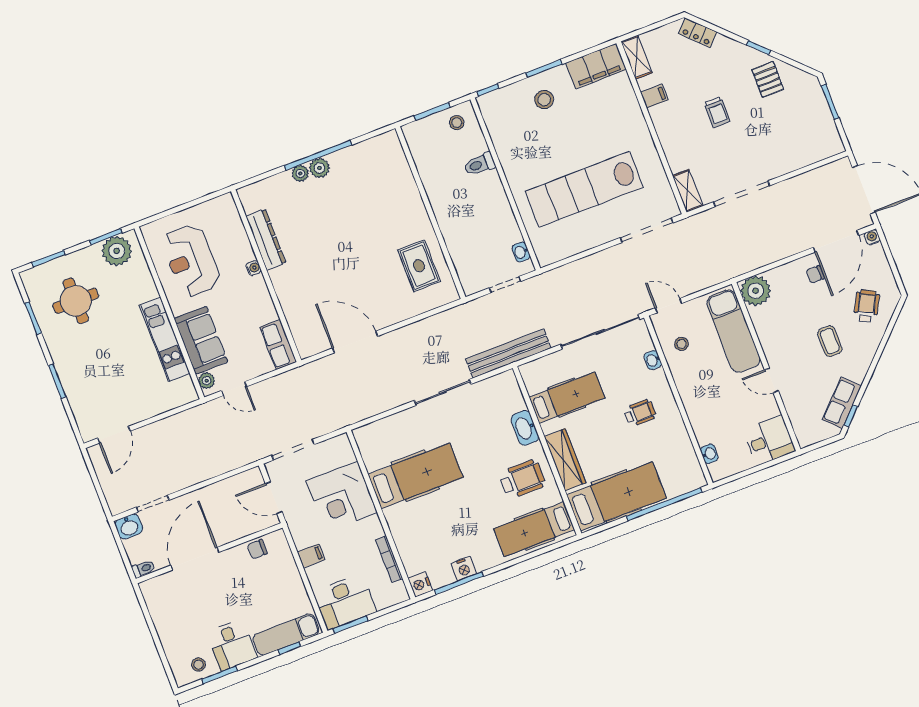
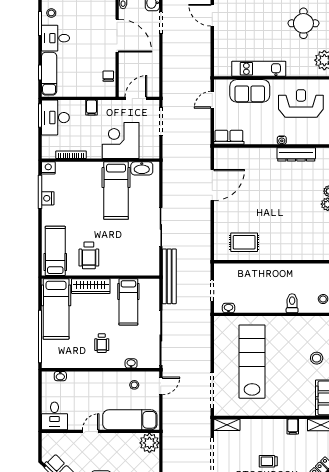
plant: (207, 381) -> (224, 85), removed
washbasin: (525, 428) -> (142, 168), moved, turned 180

